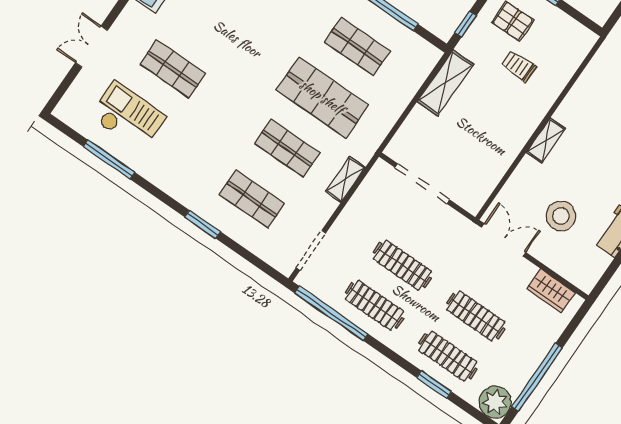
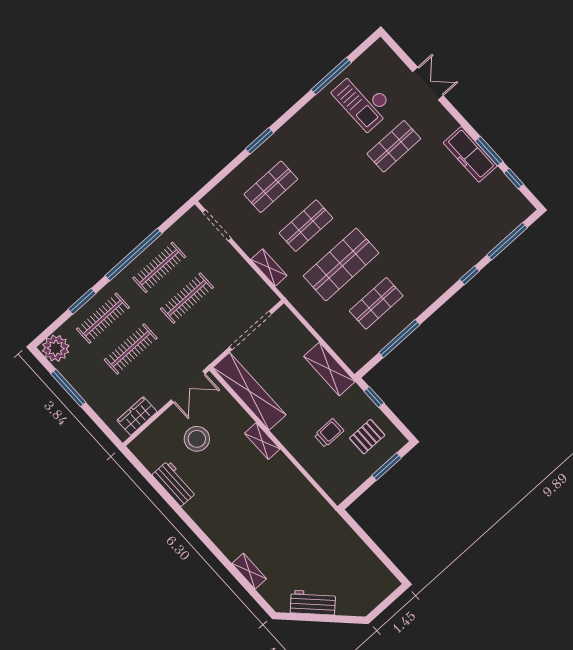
checkout: (128, 117) -> (363, 100), turned 90
shelving: (492, 169) -> (249, 391), added
window: (331, 313) -> (134, 255), moved
window: (537, 377) -> (68, 388), width x0.68

